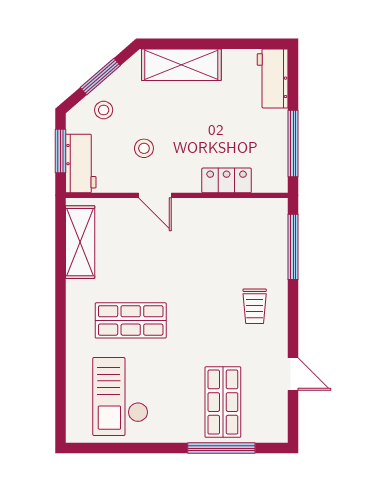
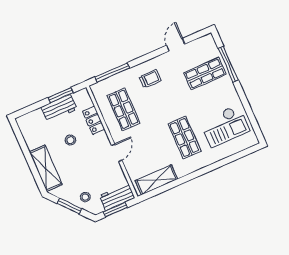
workbench: (273, 78) -> (59, 108), moved
window: (293, 143) -> (61, 95), width x0.69
stool: (144, 148) -> (70, 140), moved
shop shelf: (223, 239) -> (124, 109), added

